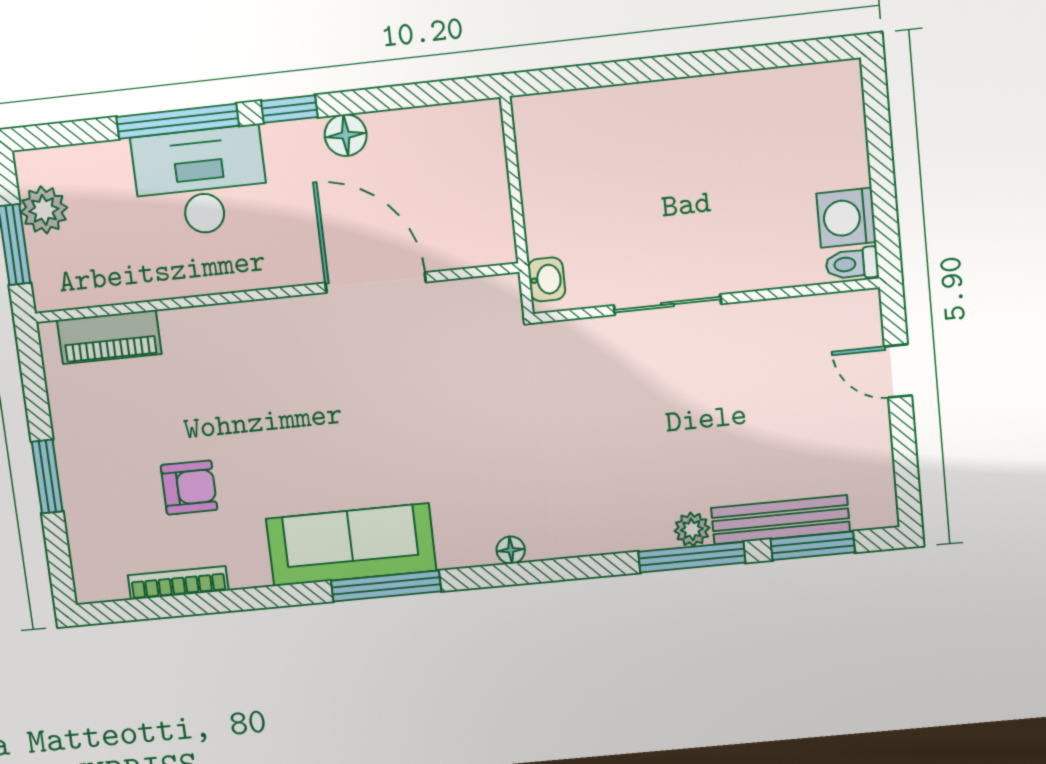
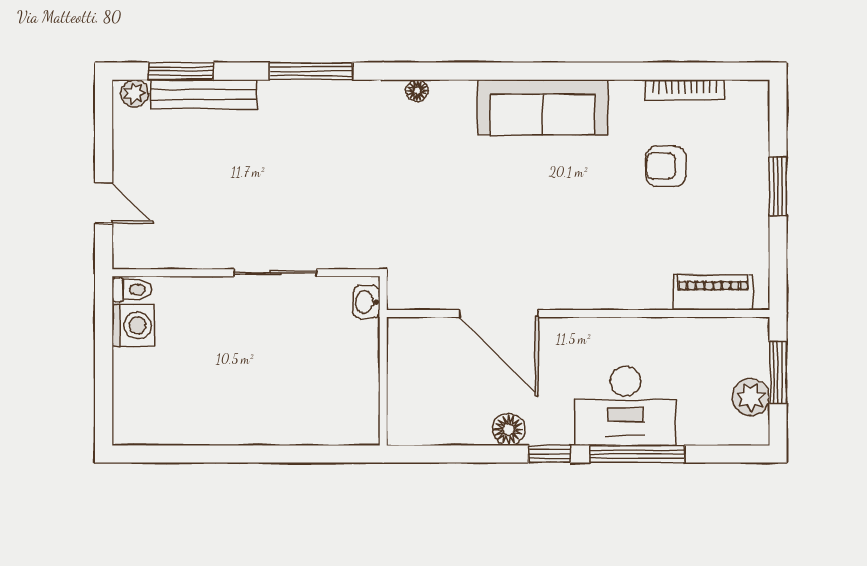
plant: (692, 529) -> (134, 93), moved
window: (692, 557) -> (311, 71), moved
window: (386, 586) -> (519, 71), removed

